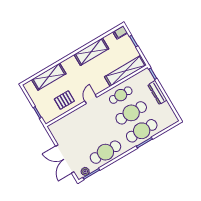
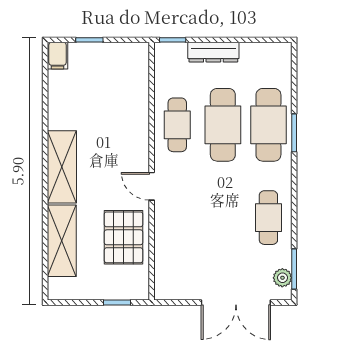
shelving: (91, 52) -> (62, 167), moved
shelving: (126, 71) -> (137, 89), removed
pallet: (64, 100) -> (123, 237), width x1.50, depth x1.42
cafe table: (105, 152) -> (268, 218), width x0.73, depth x0.74

